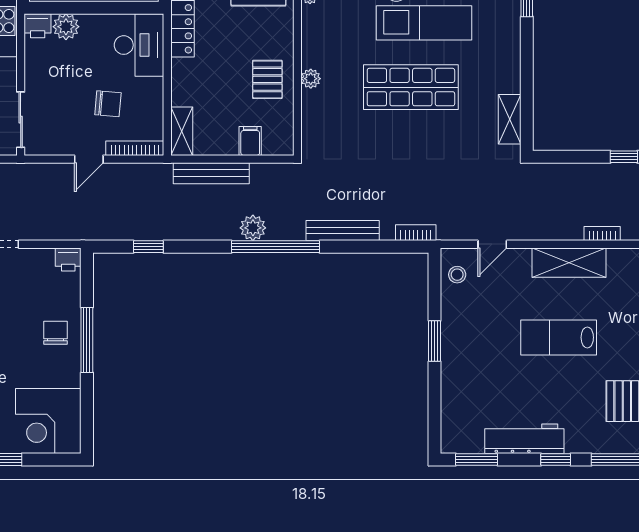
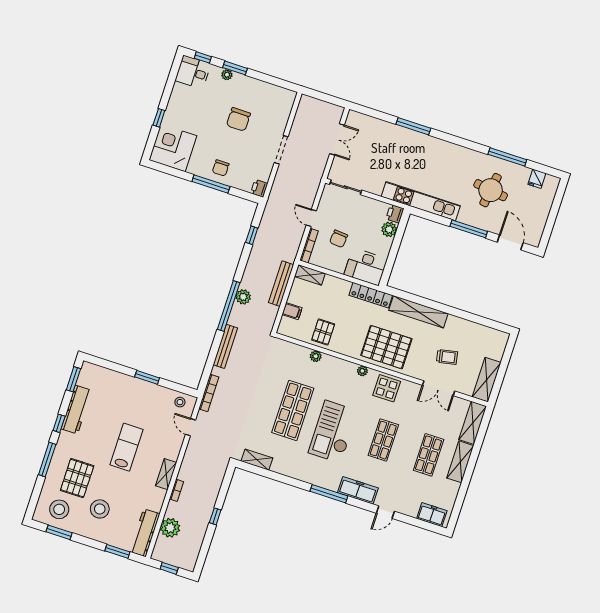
pallet: (267, 79) -> (323, 332), turned 90
bookcase: (416, 233) -> (209, 393), width x1.56
shelving: (569, 263) -> (166, 474), width x0.67, depth x0.75
chair: (56, 333) -> (221, 168), turned 90

